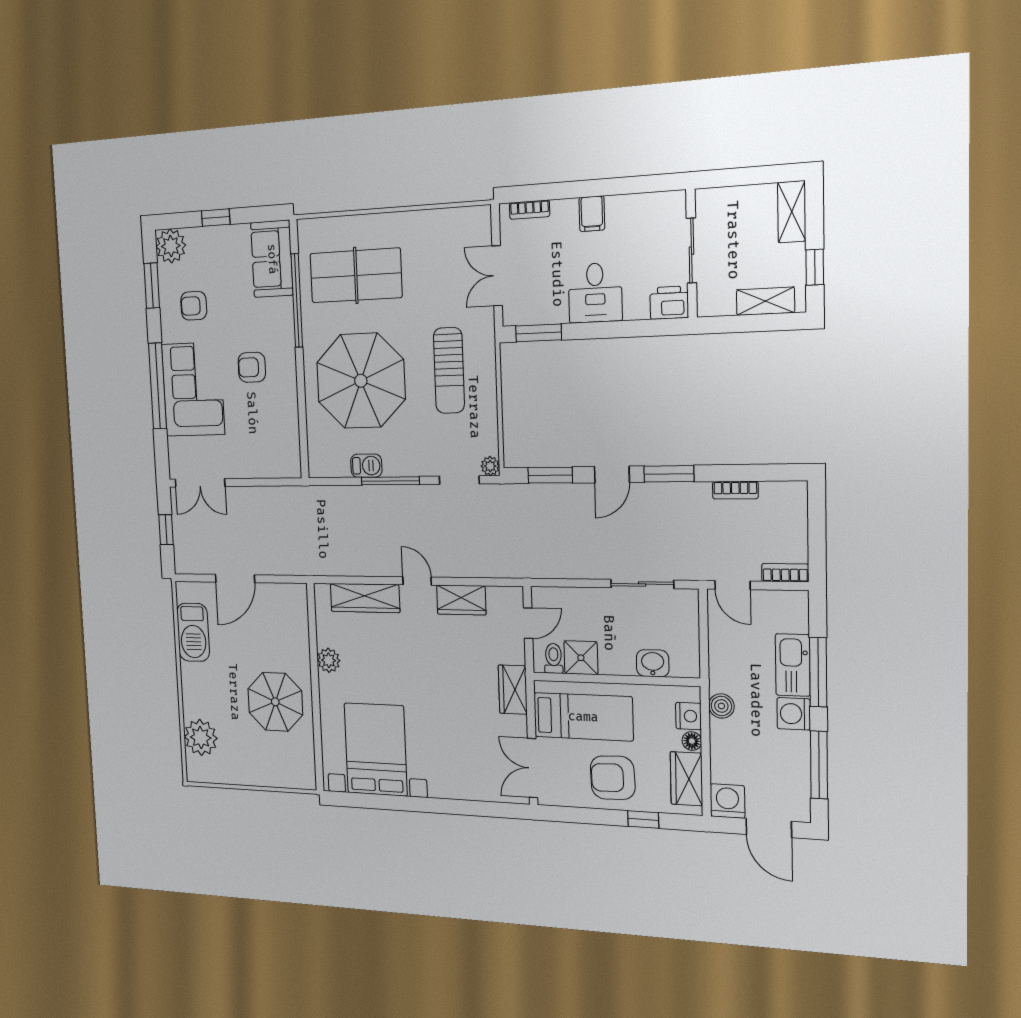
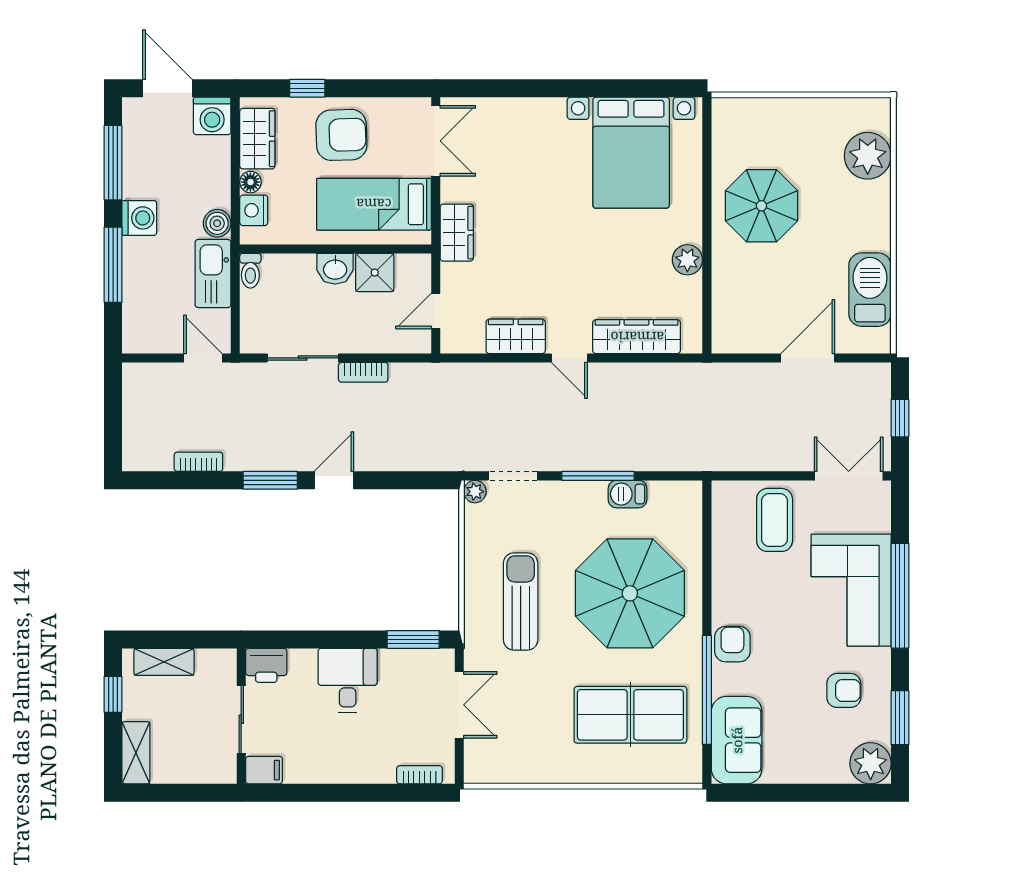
filing cabinet: (592, 214) -> (264, 770), moved, turned 90
window: (216, 218) -> (808, 793), removed
armchair: (252, 367) -> (732, 644), moved, turned -90
coffee table: (253, 446) -> (775, 520), added
window: (550, 475) -> (405, 480), removed
bookcase: (785, 573) -> (363, 372), moved
toilet: (554, 658) -> (250, 271), moved
washbasin: (653, 663) -> (335, 269), moved
kitchen sink: (793, 665) -> (213, 273), moved, turned 180

